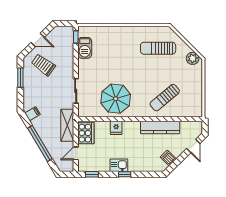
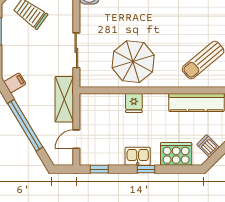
cooker: (86, 133) -> (176, 154), moved, turned -90

